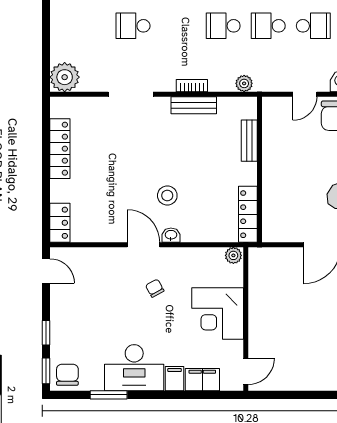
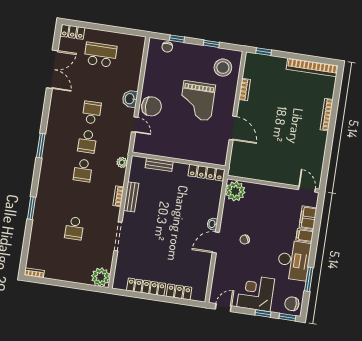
stool: (167, 196) -> (186, 223), removed
locker: (60, 223) -> (179, 292), moved
plant: (233, 255) -> (235, 191), width x1.88, depth x1.88
corner desk: (218, 314) -> (256, 293), moved, turned 180

